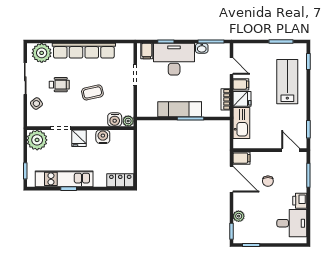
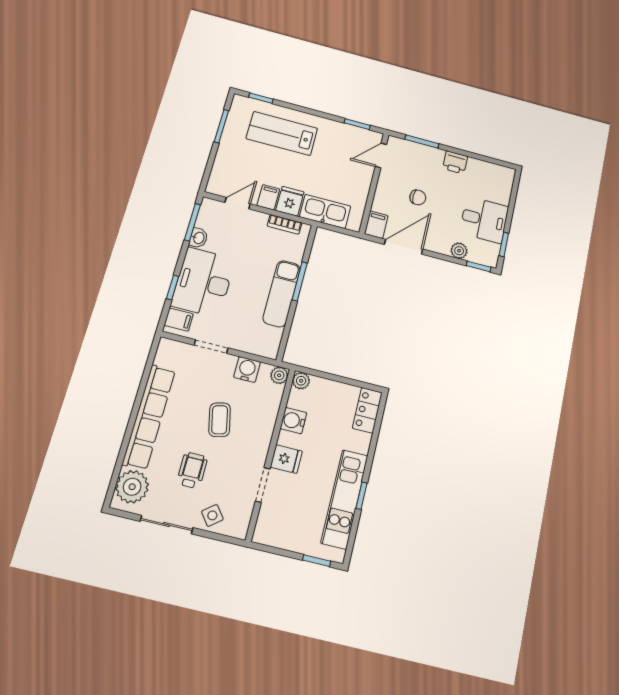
water cooler: (115, 120) -> (247, 370), moved, turned -90
plant: (37, 140) -> (301, 381), moved, width x0.53, depth x0.53
desk: (292, 223) -> (484, 220), moved, turned 90

